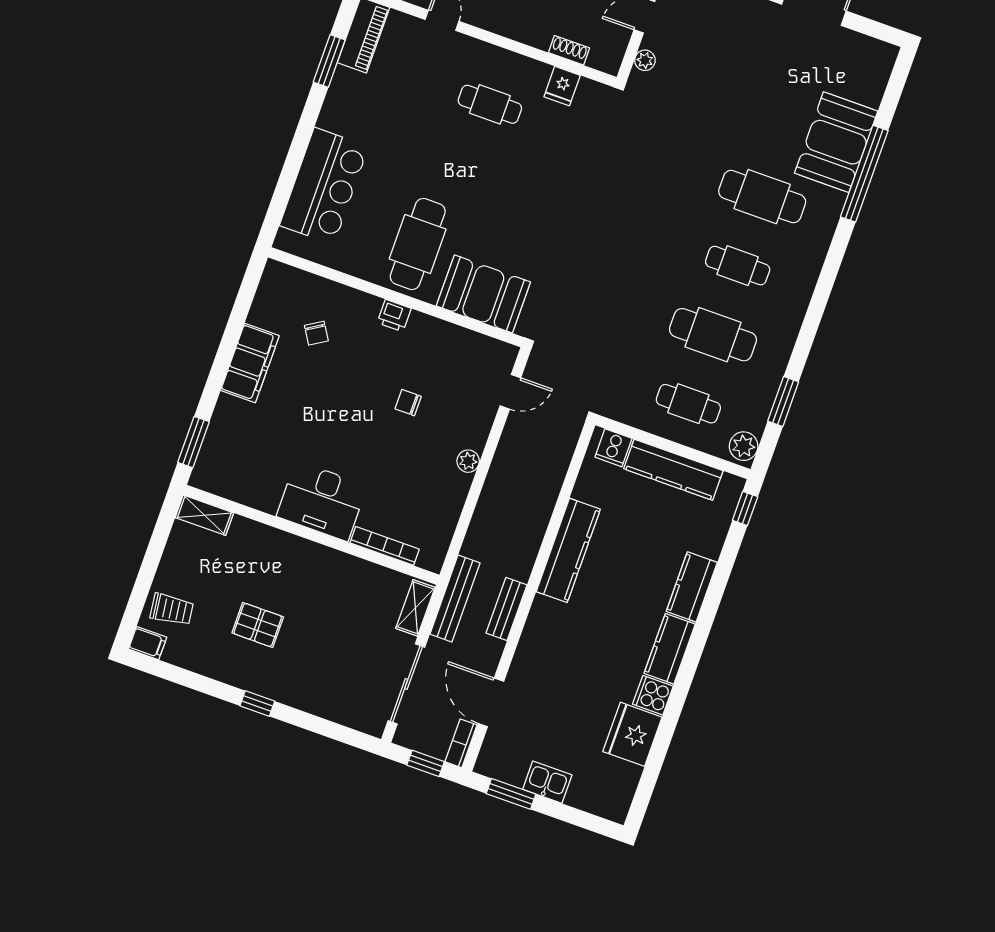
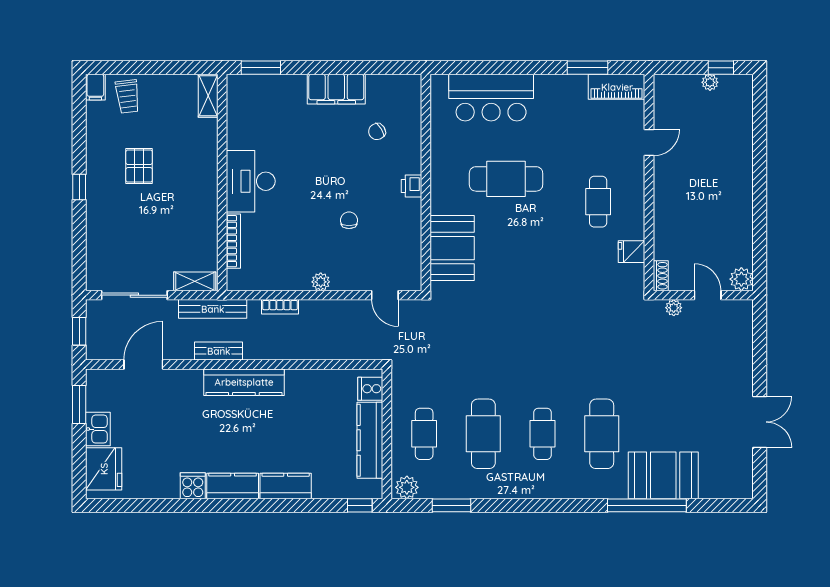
shoe rack: (569, 50) -> (661, 276), moved
cafe table: (418, 244) -> (506, 179), moved
kitchen counter: (568, 550) -> (244, 382), moved
fridge: (632, 734) -> (104, 469), moved, turned 90
bookcase: (461, 743) -> (280, 307), moved, turned 180

